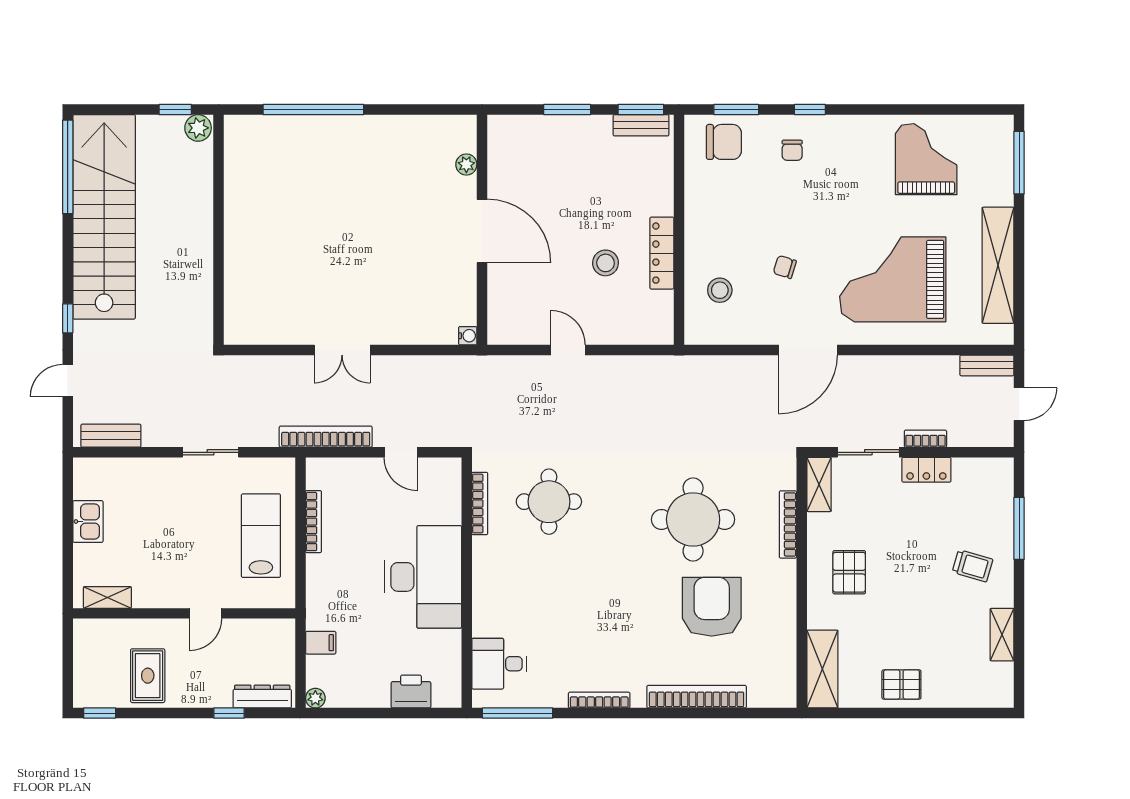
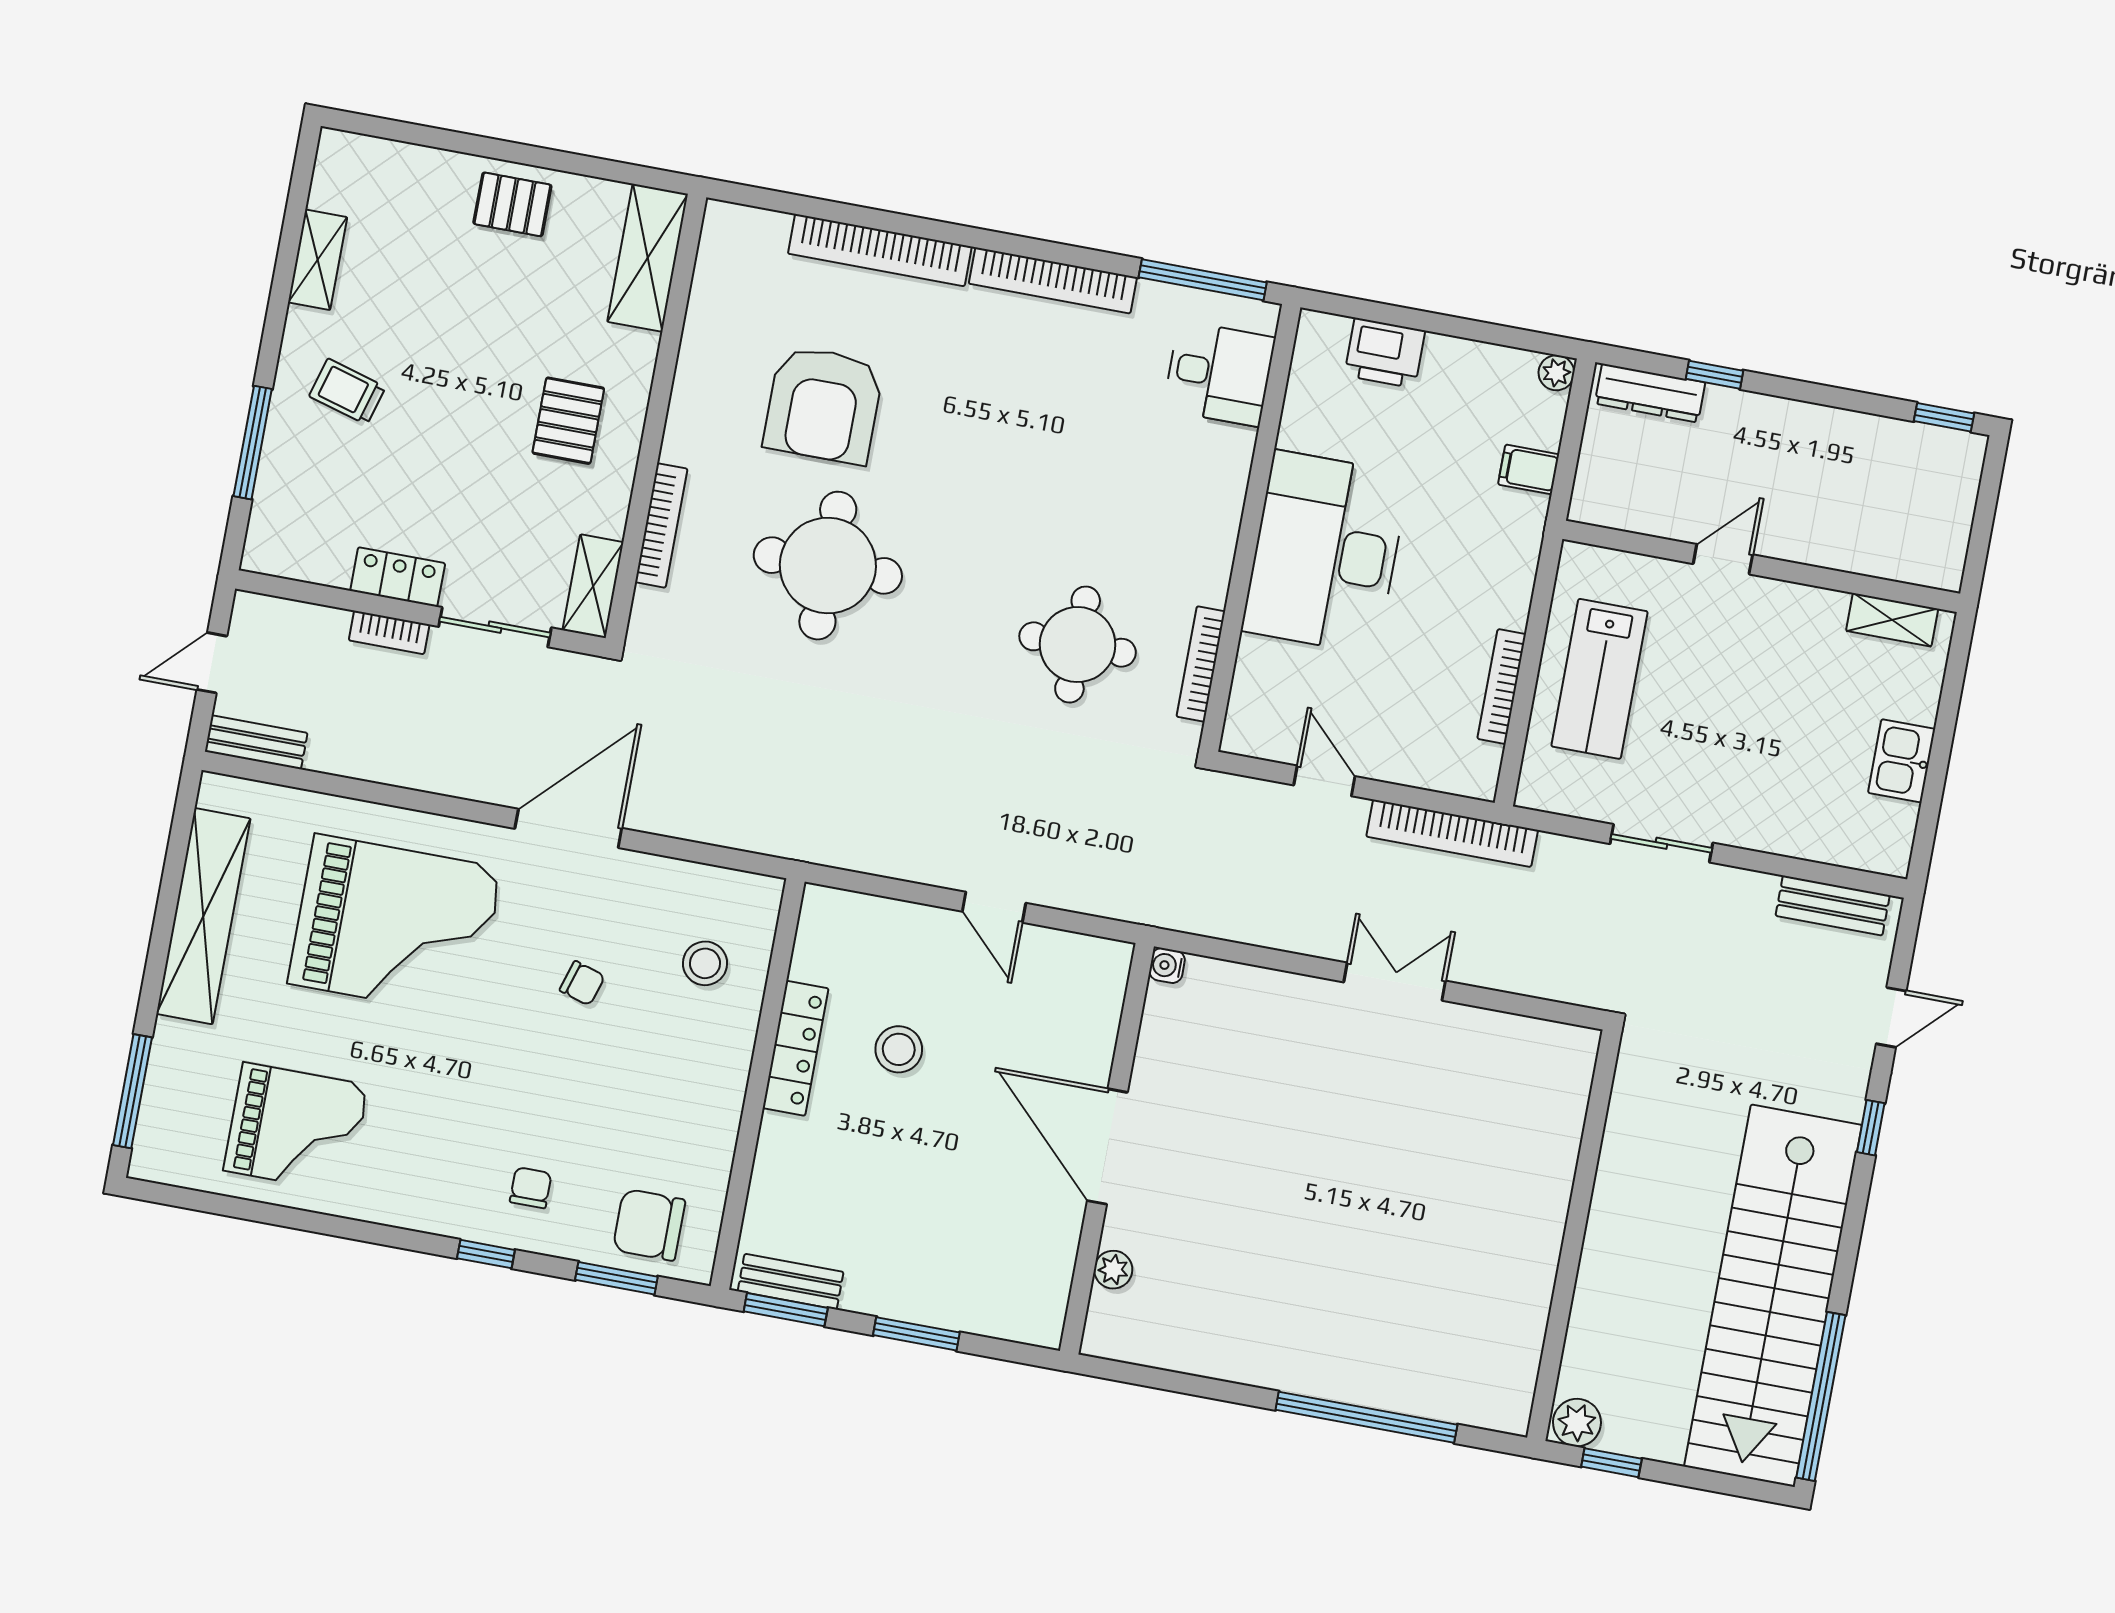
grand piano: (926, 159) -> (296, 1128), turned -90
rug: (148, 676) -> (1846, 468), removed
bookcase: (599, 700) -> (1053, 280), width x1.48, depth x1.31

